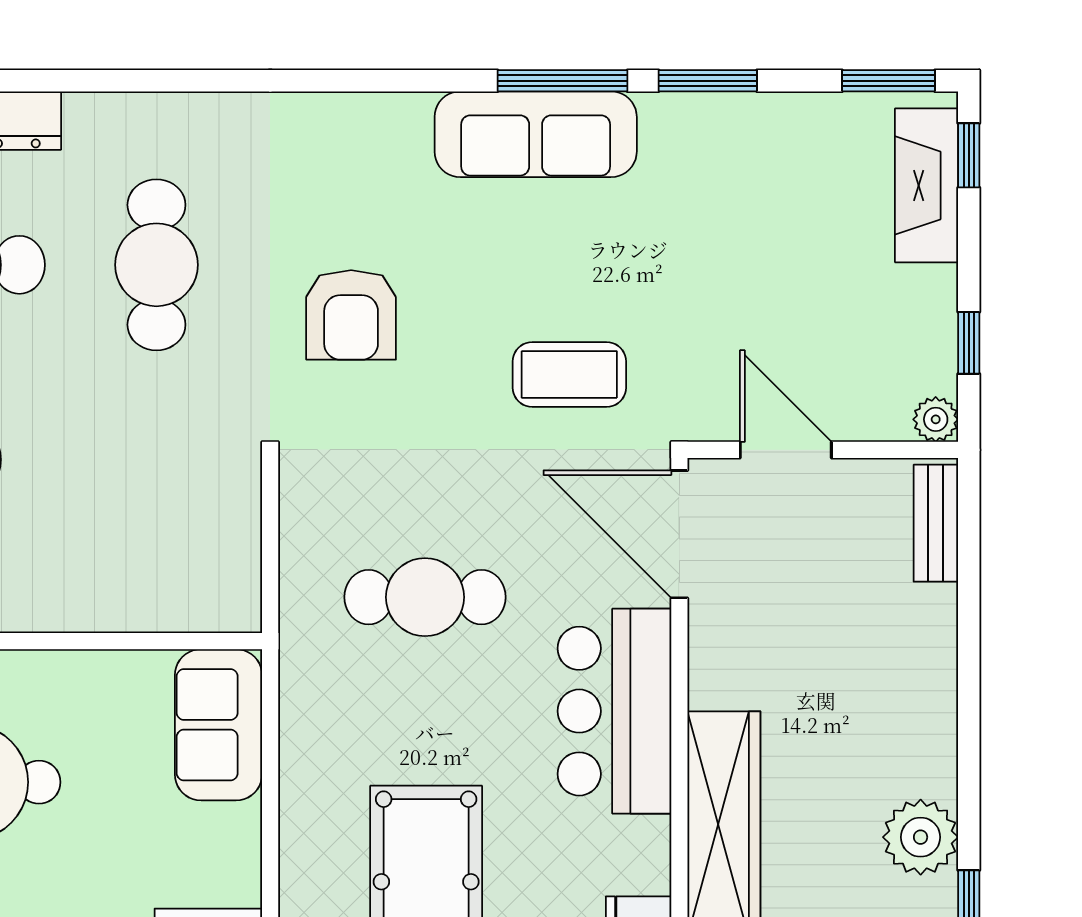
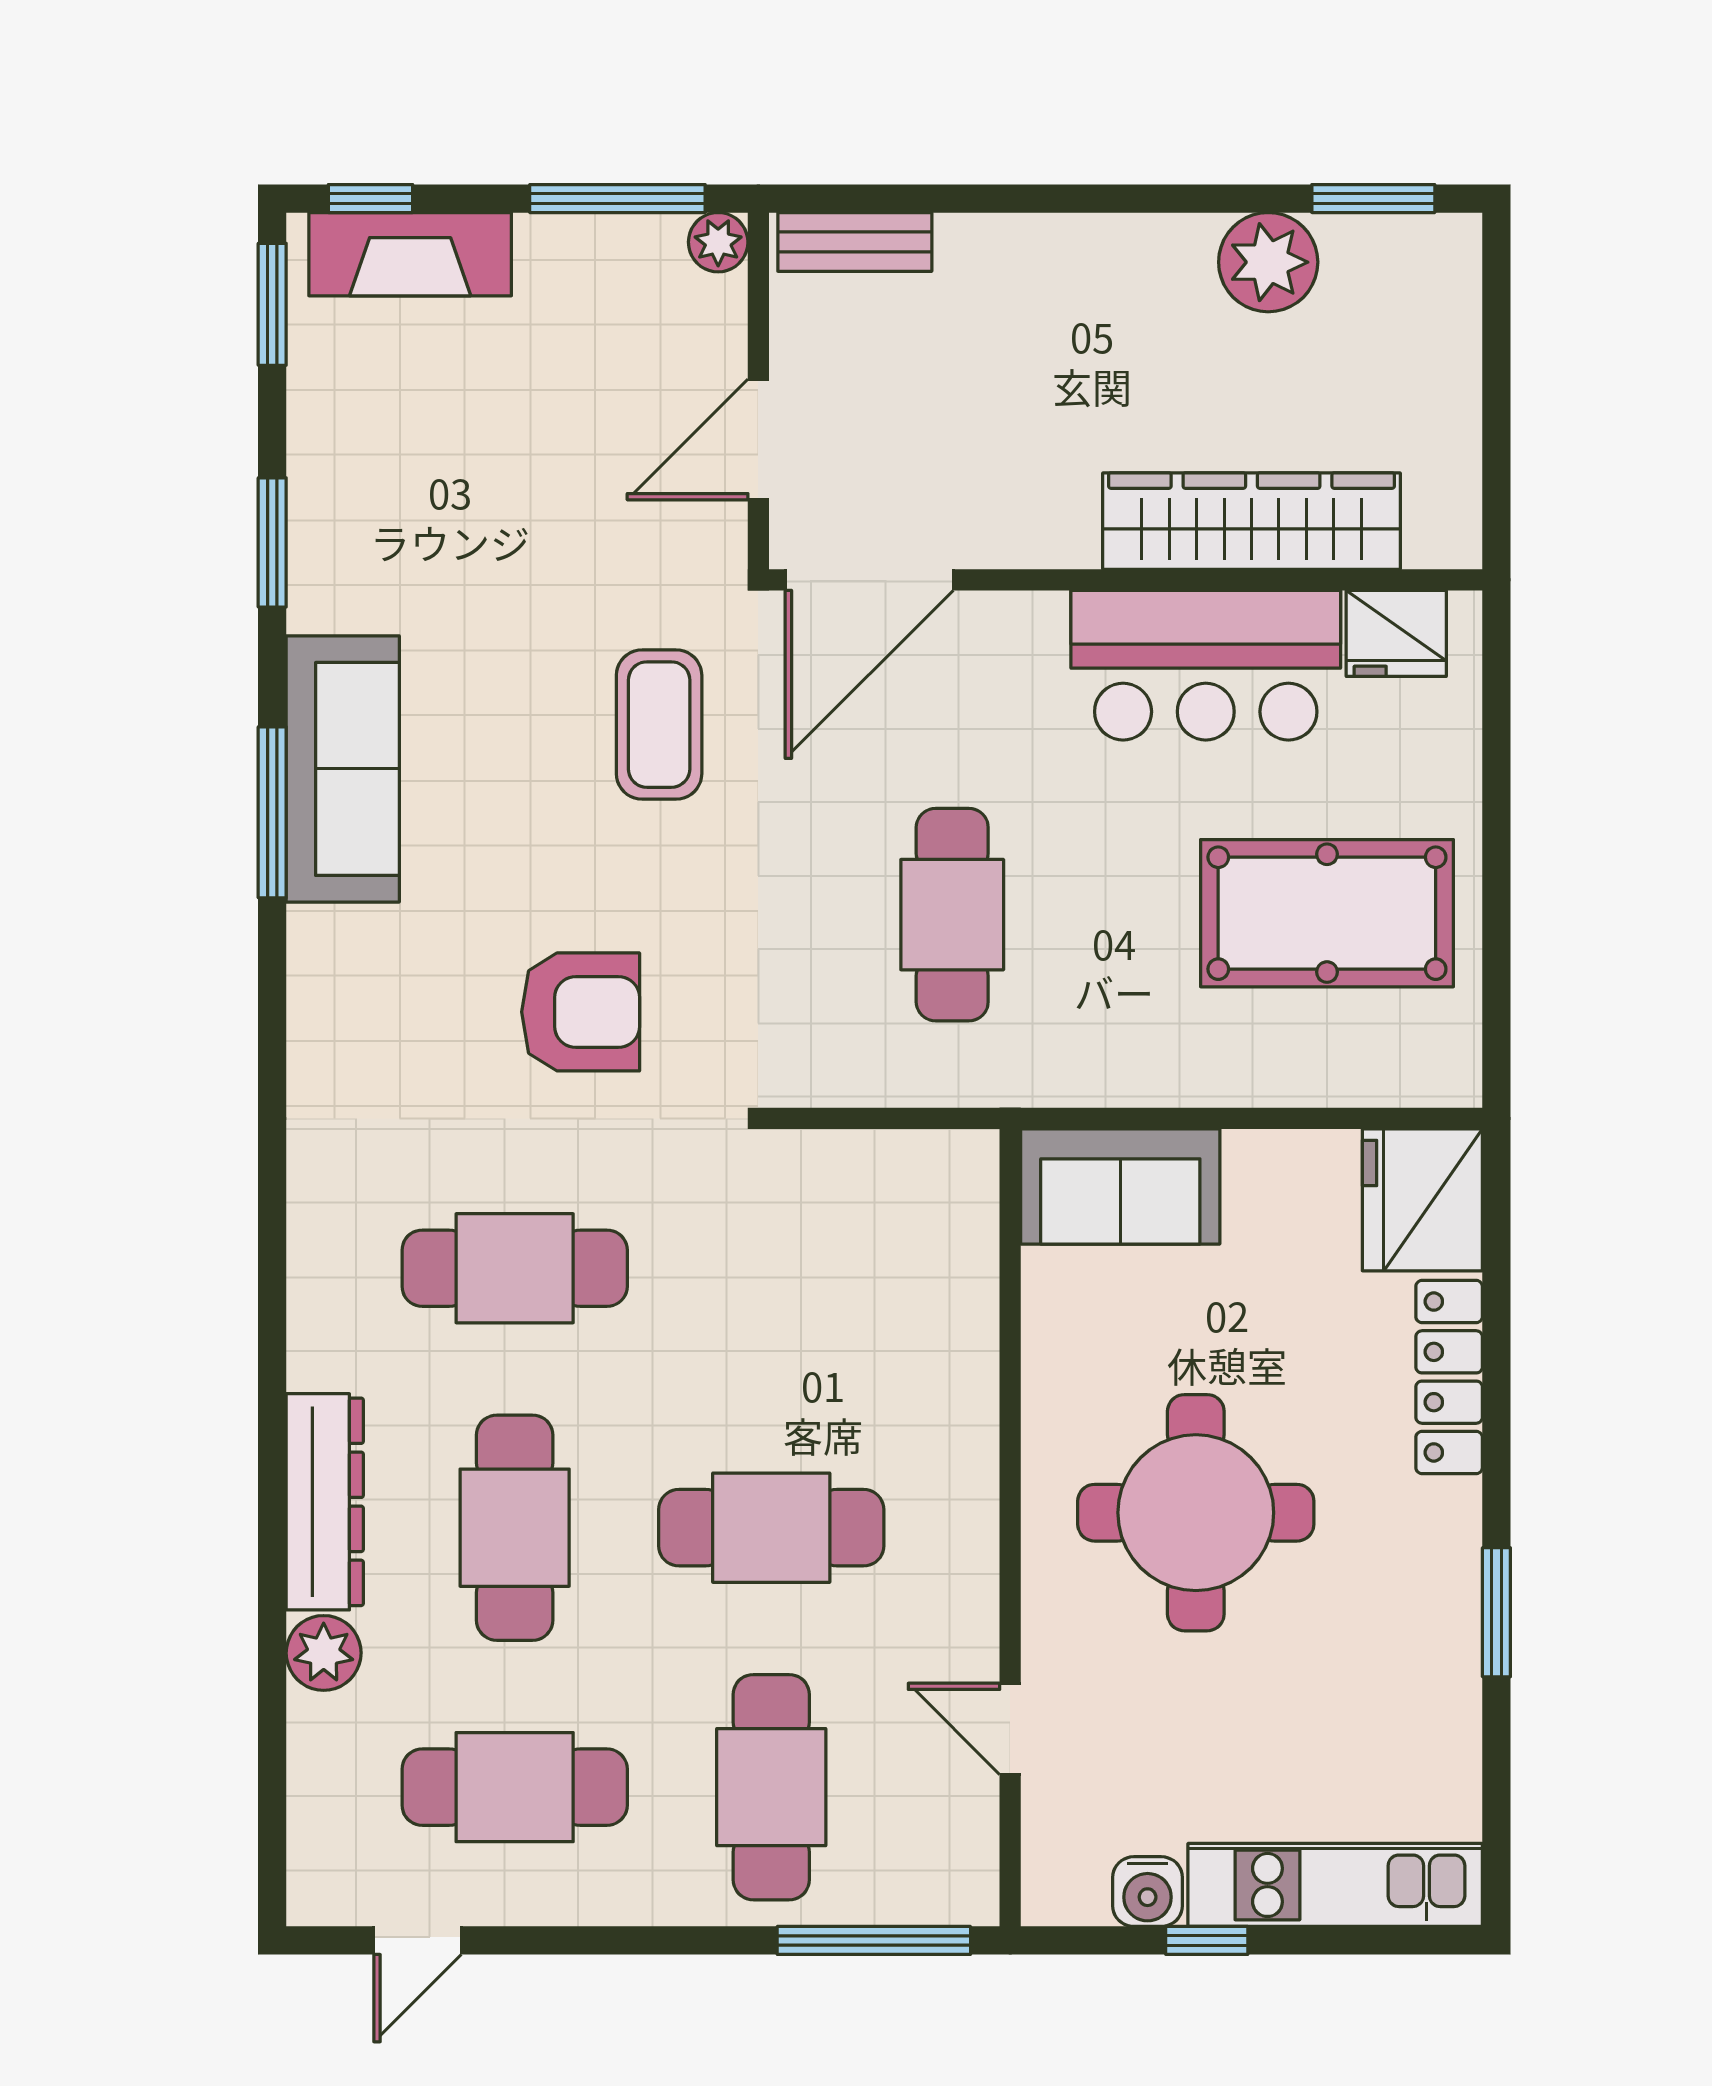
window: (562, 81) -> (272, 812), moved
window: (969, 343) -> (617, 199), width x2.17
bar counter: (614, 711) -> (1206, 665), moved

